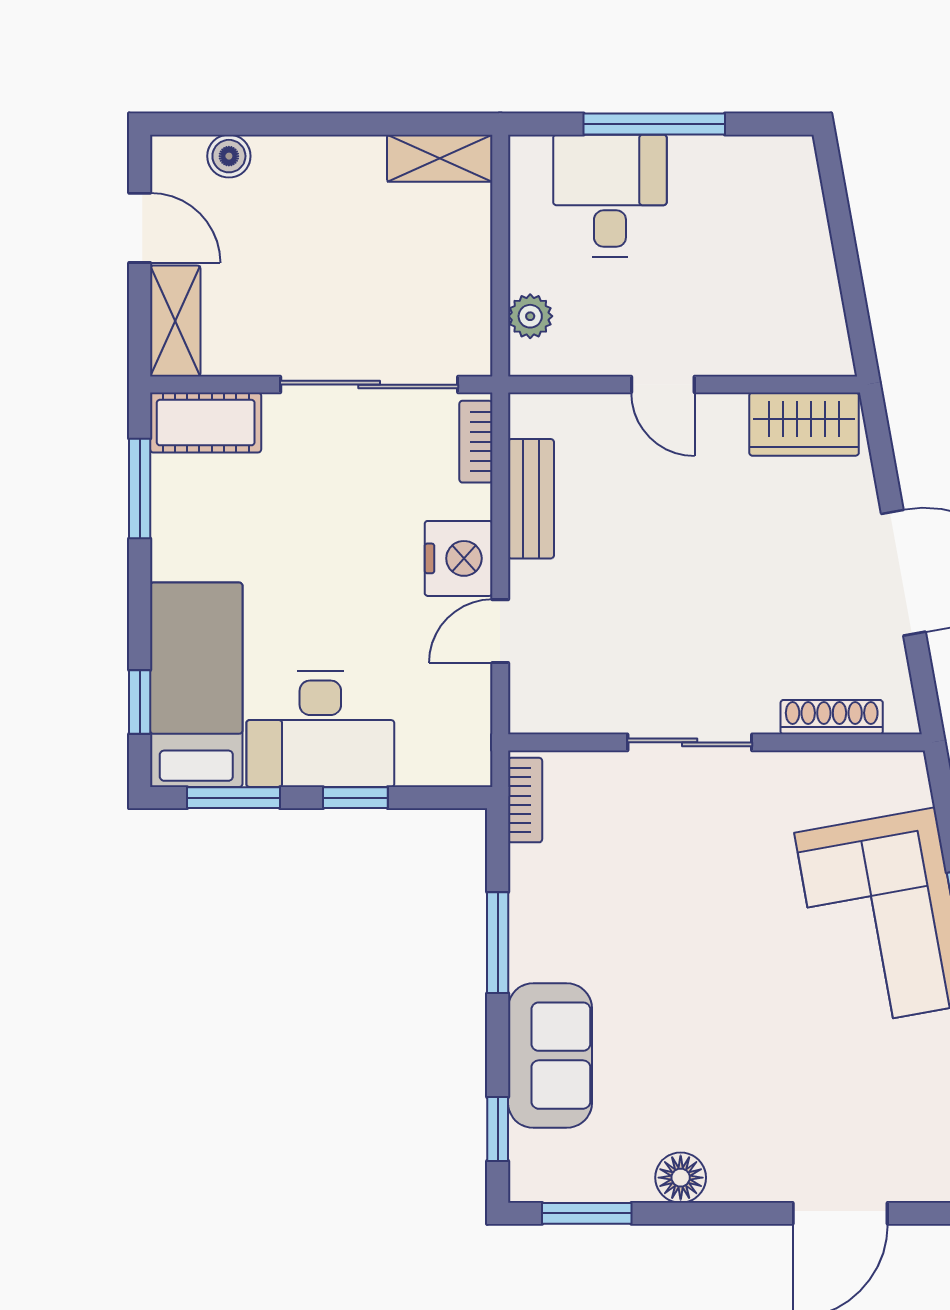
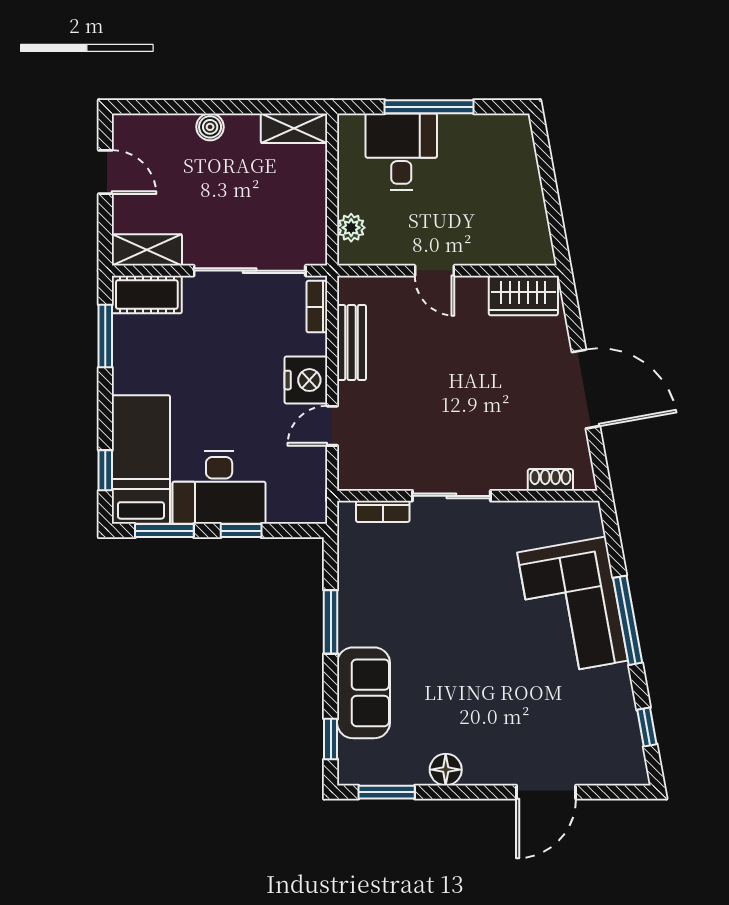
boiler: (229, 156) -> (210, 127), moved
shelving: (175, 321) -> (147, 250), moved, turned 90
shoe rack: (832, 717) -> (550, 480), width x0.70
bookcase: (525, 800) -> (383, 511), moved, turned 90

